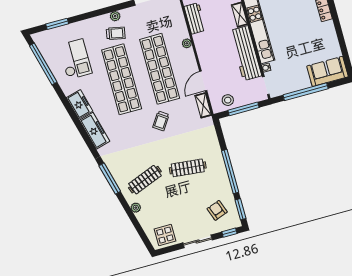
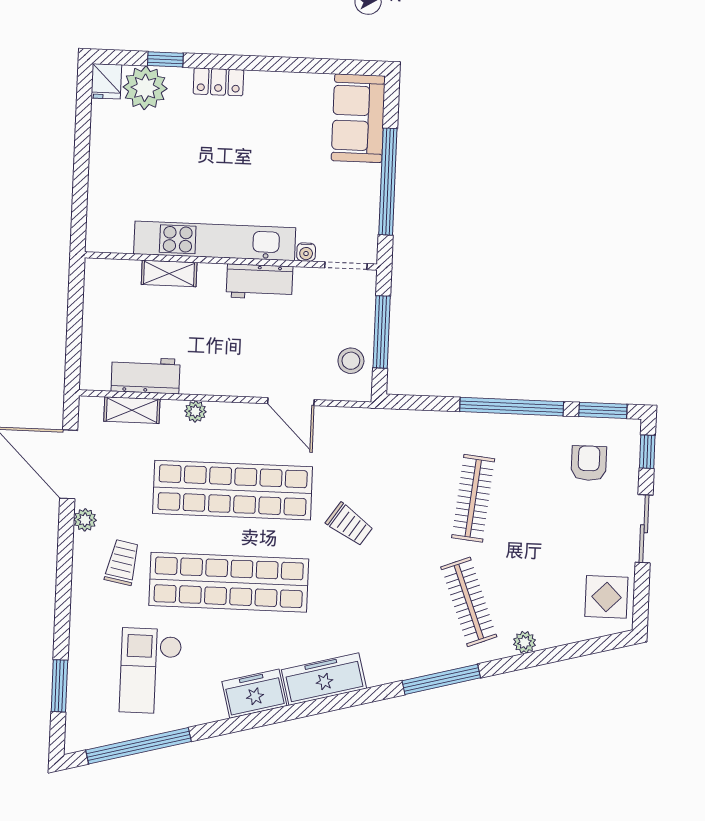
plant: (115, 16) -> (85, 520), moved
workbench: (246, 53) -> (260, 282), width x0.53, depth x0.76
checkout: (75, 59) -> (151, 671), turned -90
shelving: (203, 105) -> (132, 410), moved
armchair: (217, 210) -> (589, 463), turned 110

